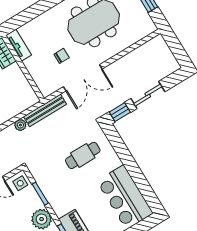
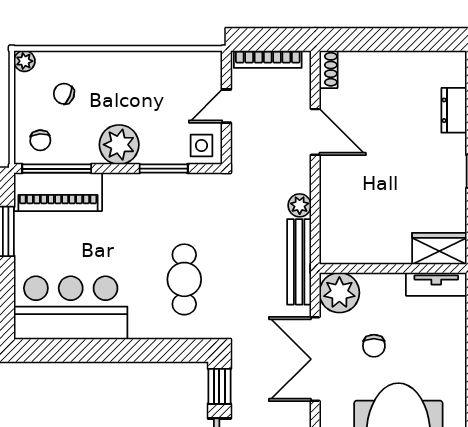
plant: (48, 85) -> (339, 293), added

